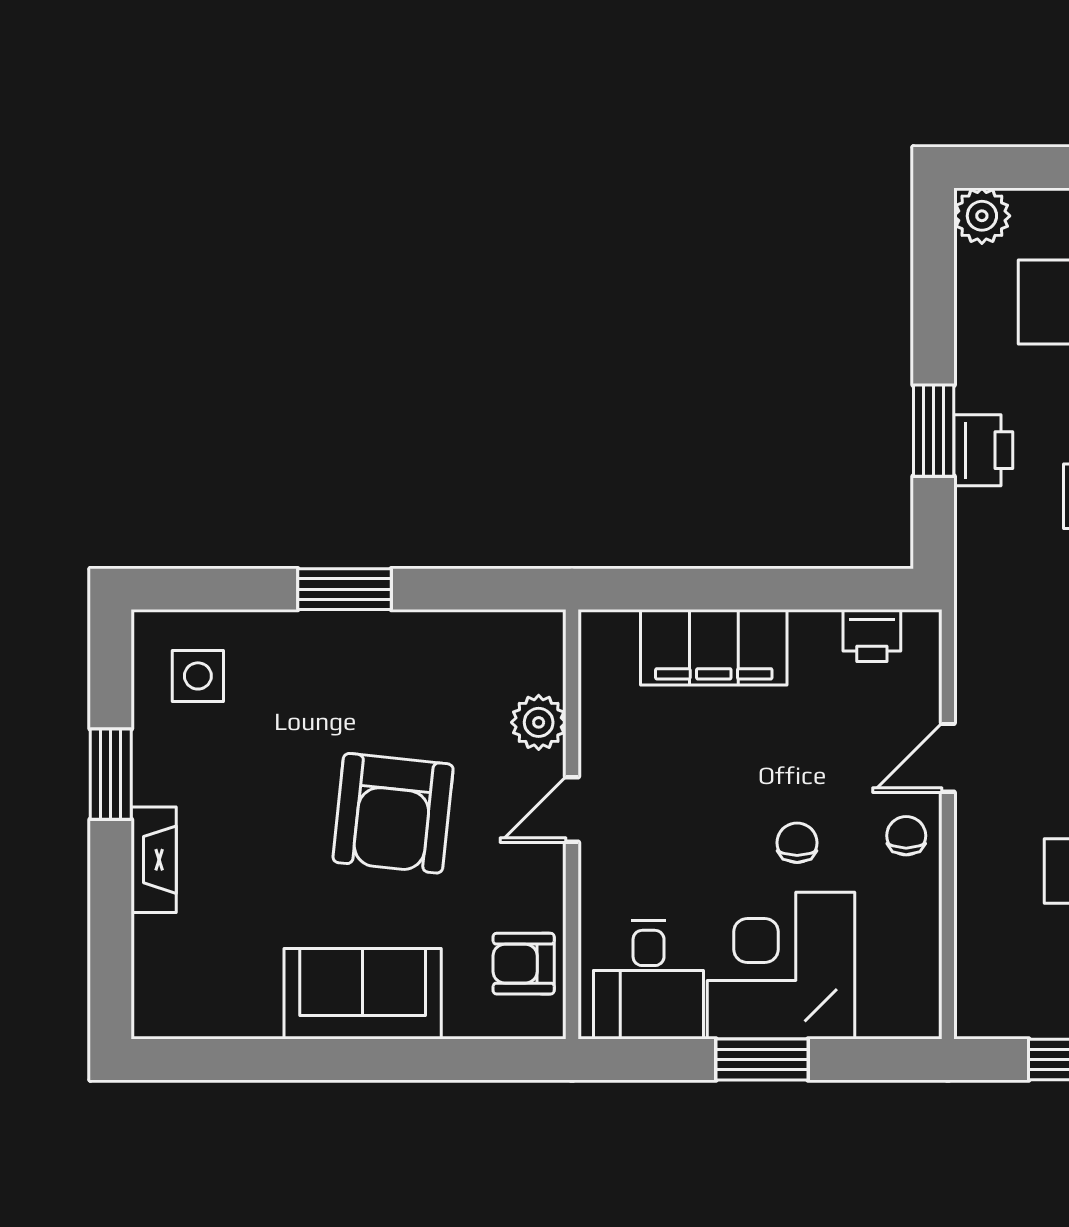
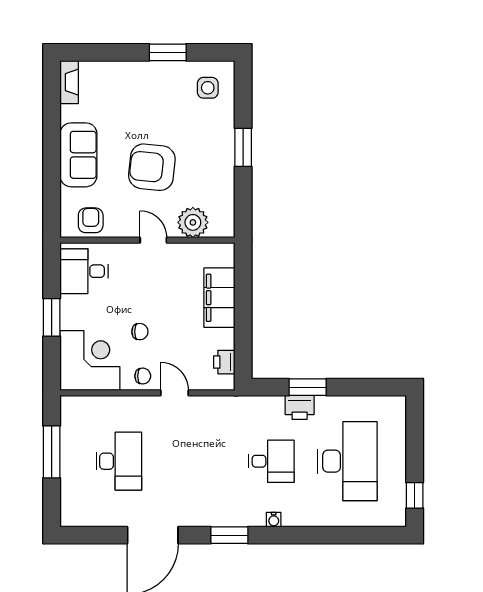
plant: (982, 216) -> (395, 407), removed
plant: (539, 722) -> (193, 222), width x1.36, depth x1.36
fireplace: (154, 860) -> (69, 82), moved, turned -90
corner desk: (781, 966) -> (90, 361), moved

